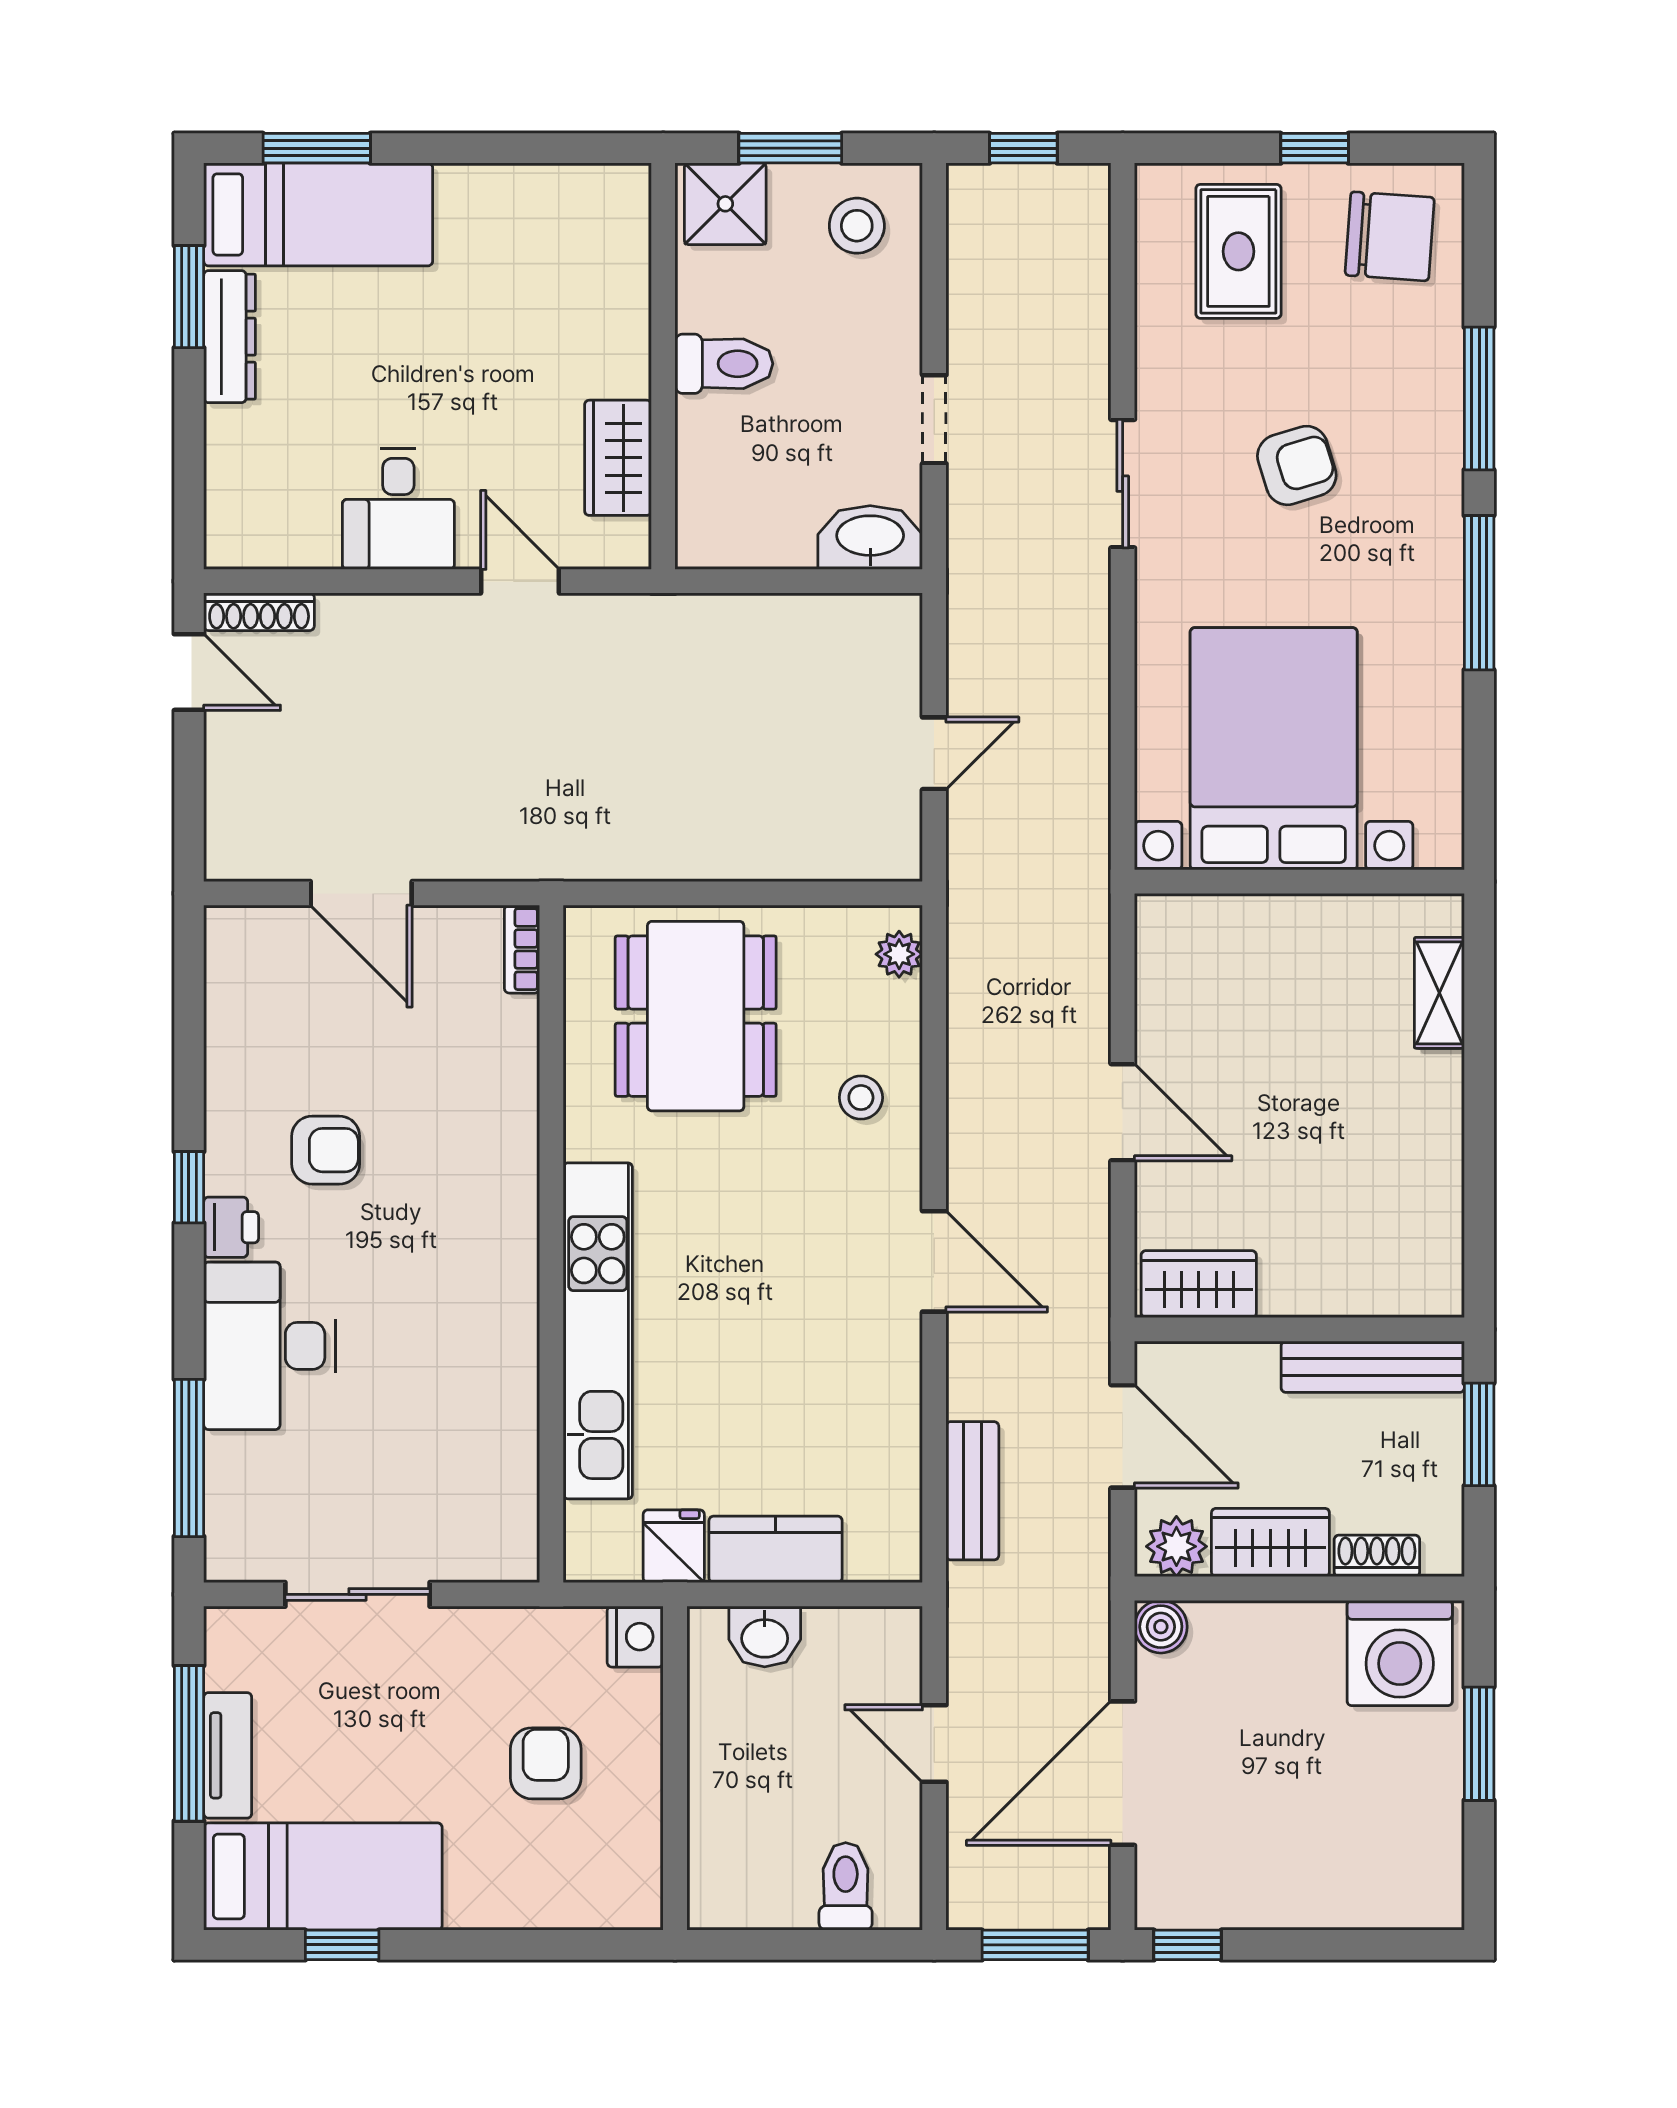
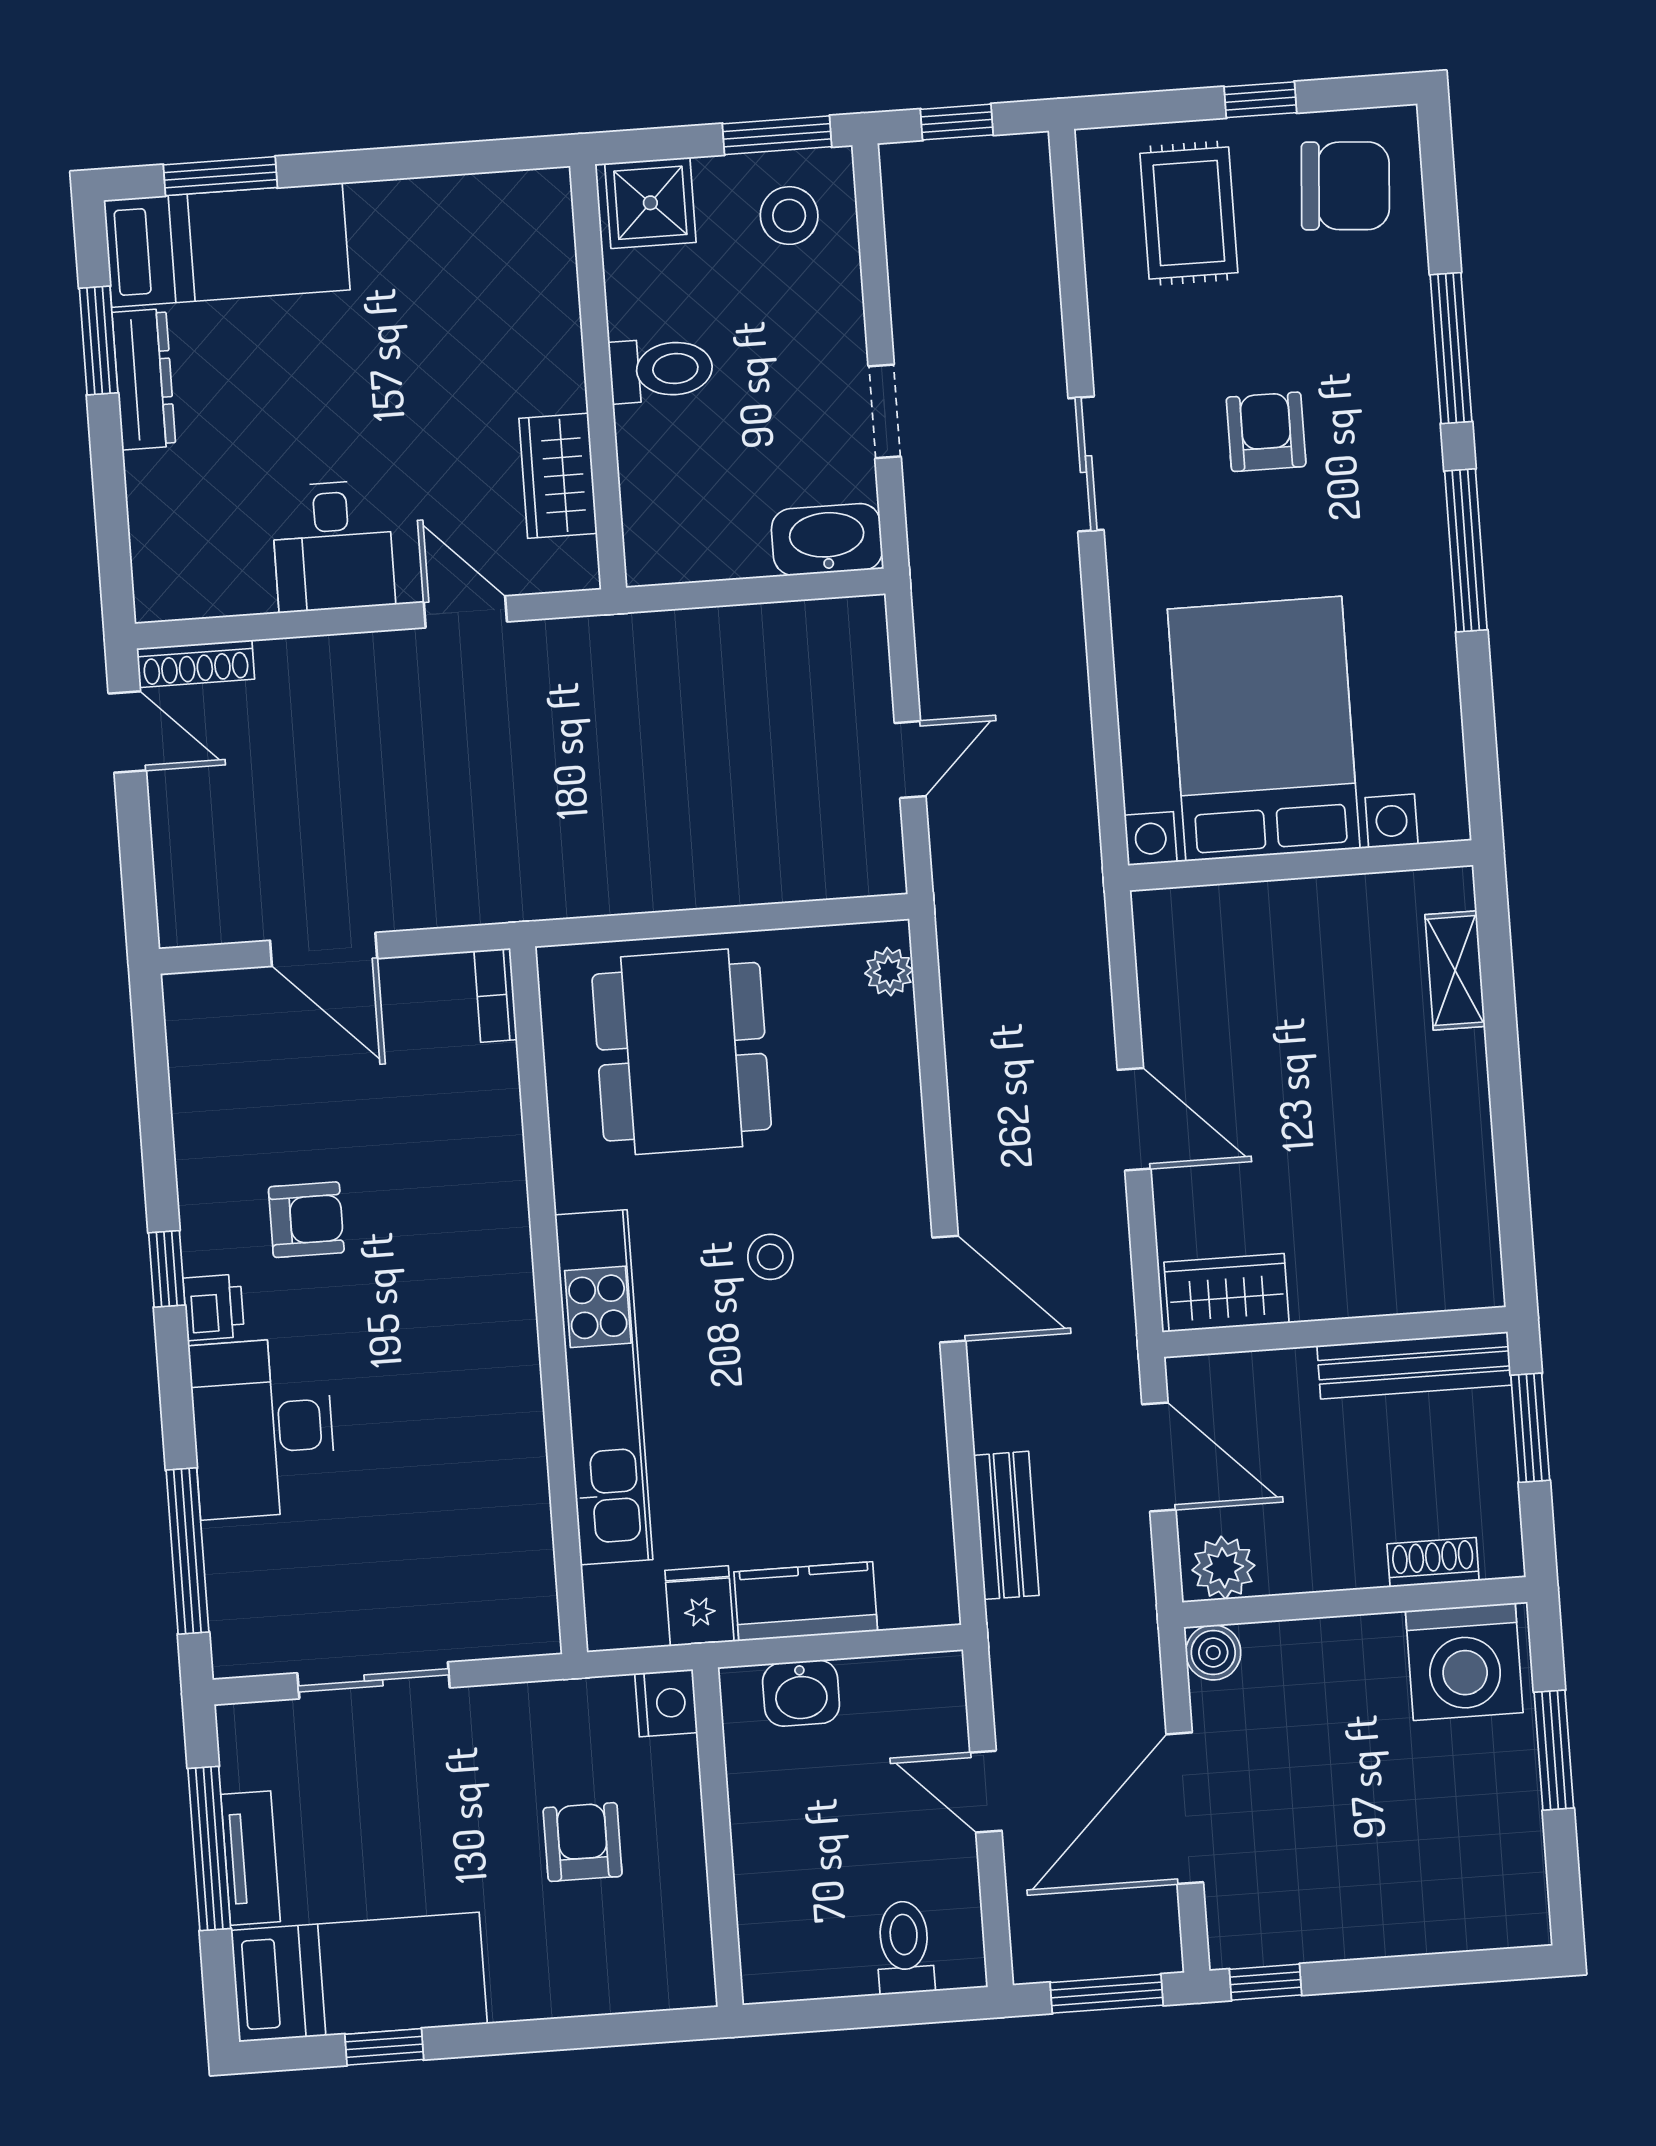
window: (790, 148) -> (777, 135), moved
armchair: (1297, 465) -> (1266, 432), turned -73
stool: (861, 1098) -> (770, 1257), moved
wardrobe: (1270, 1543) -> (1321, 1556), removed

